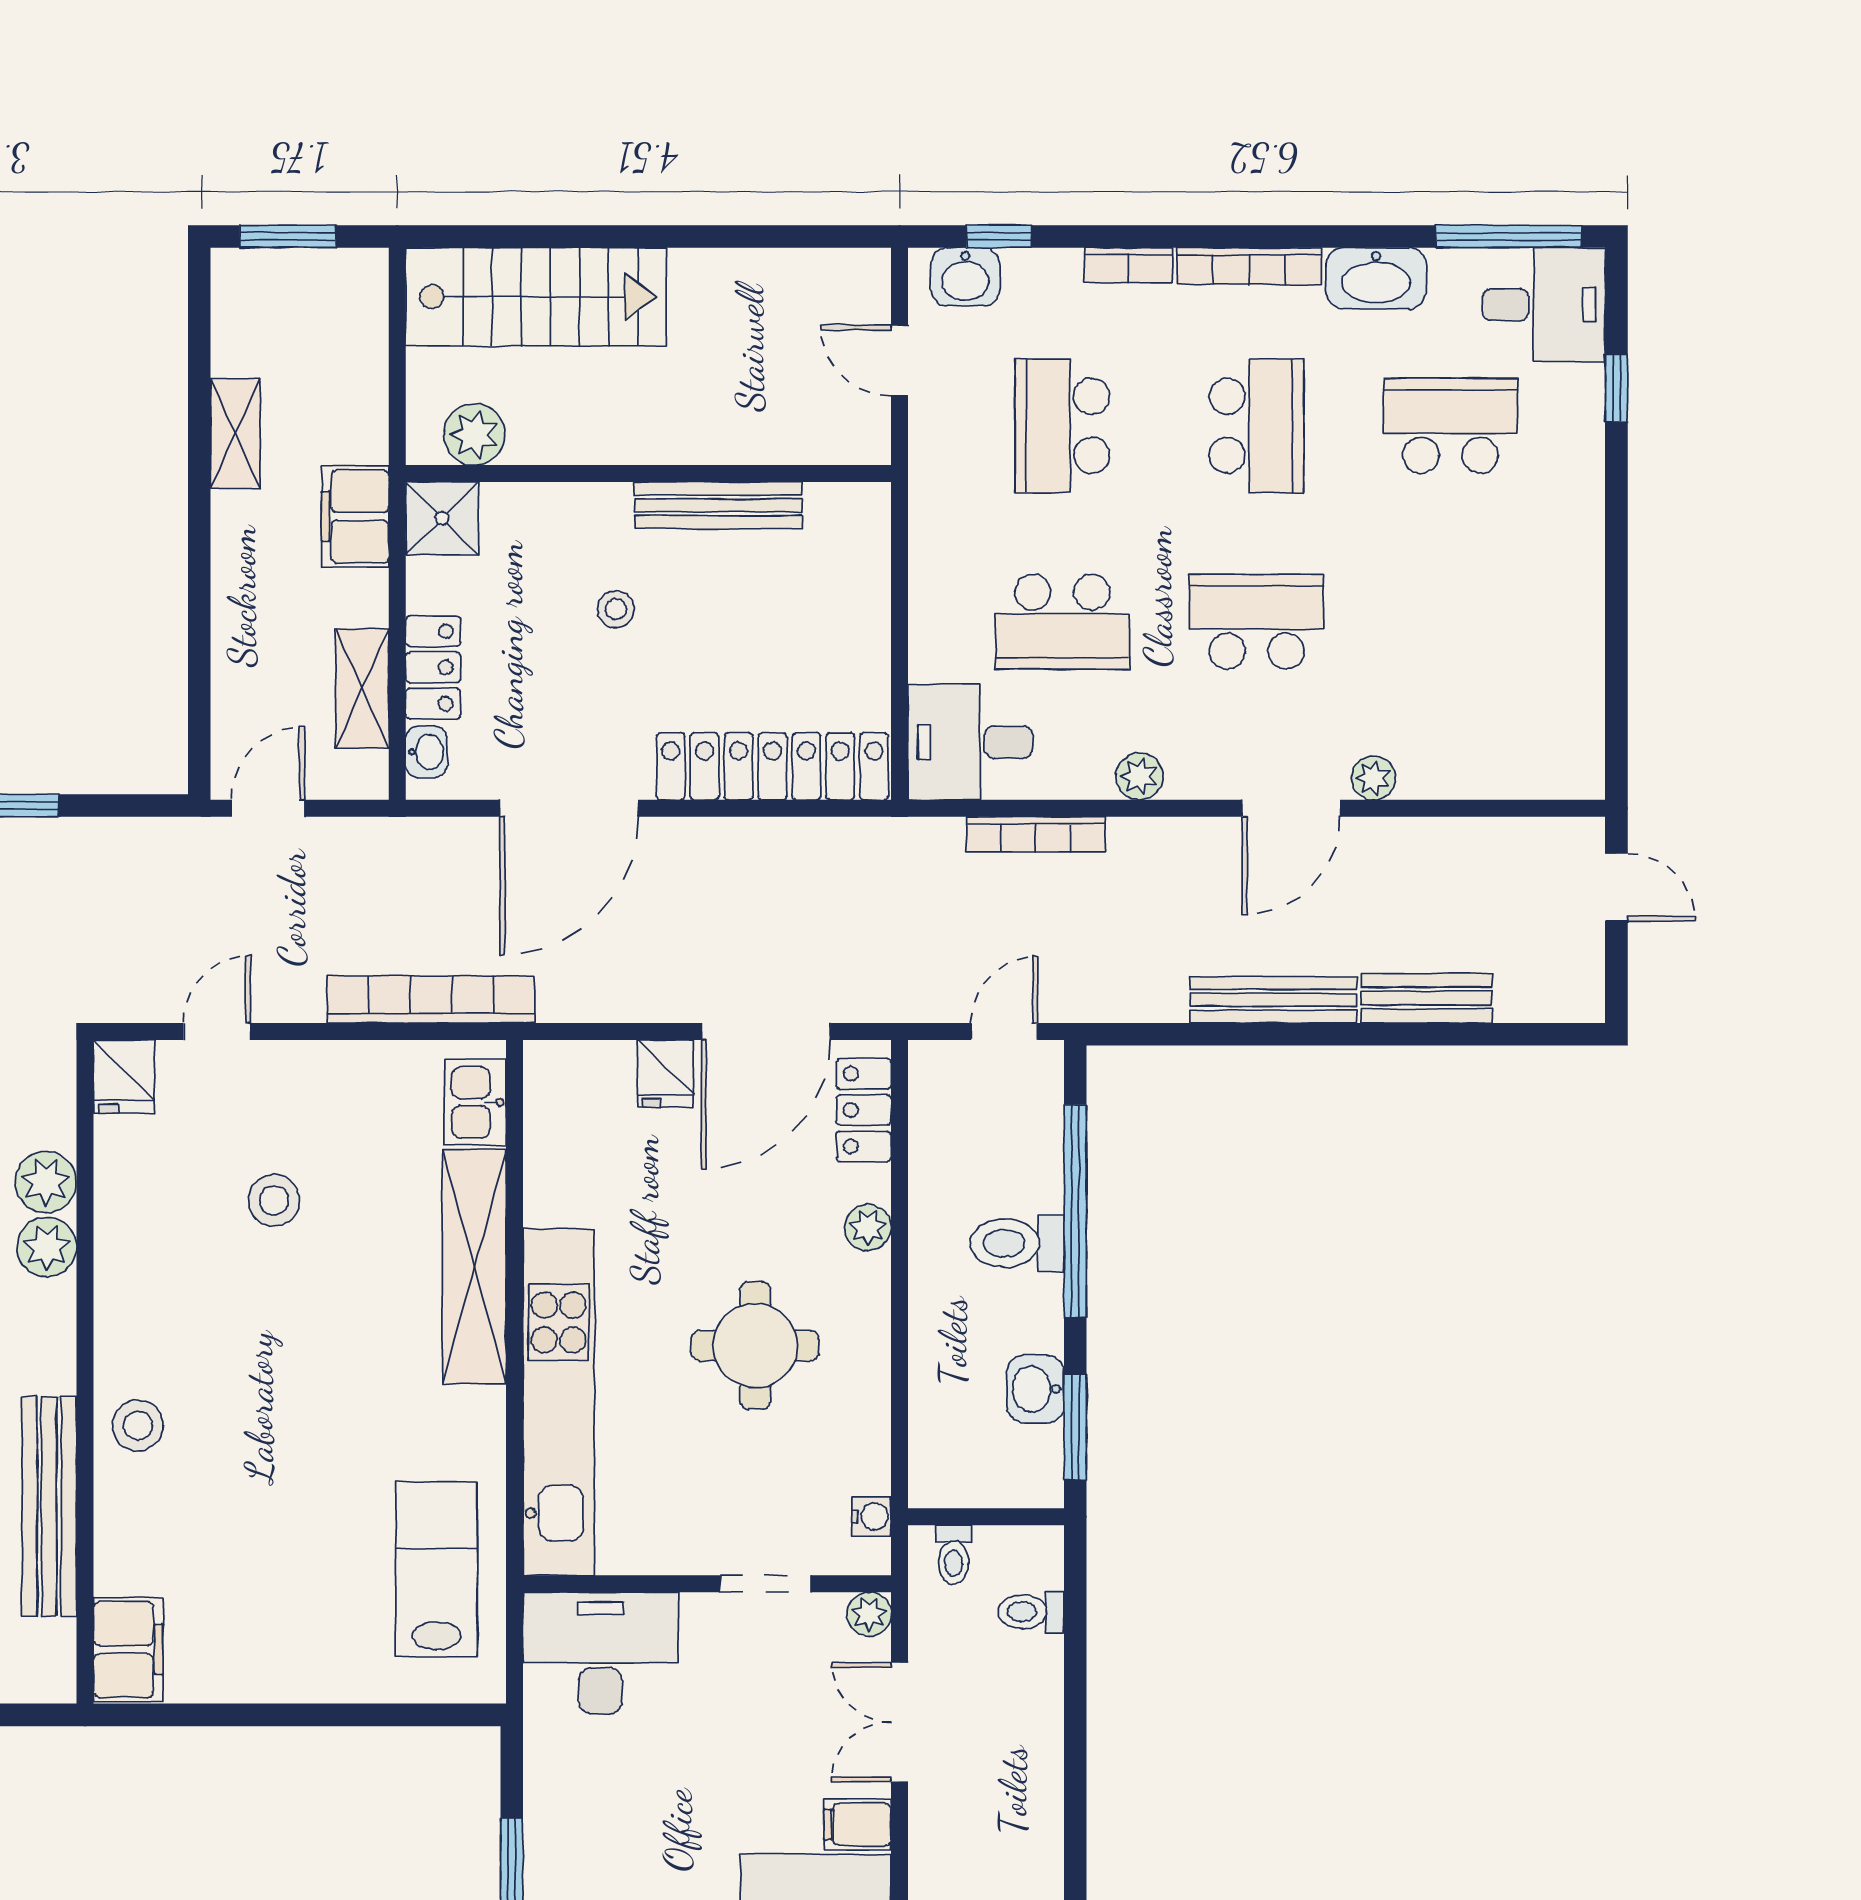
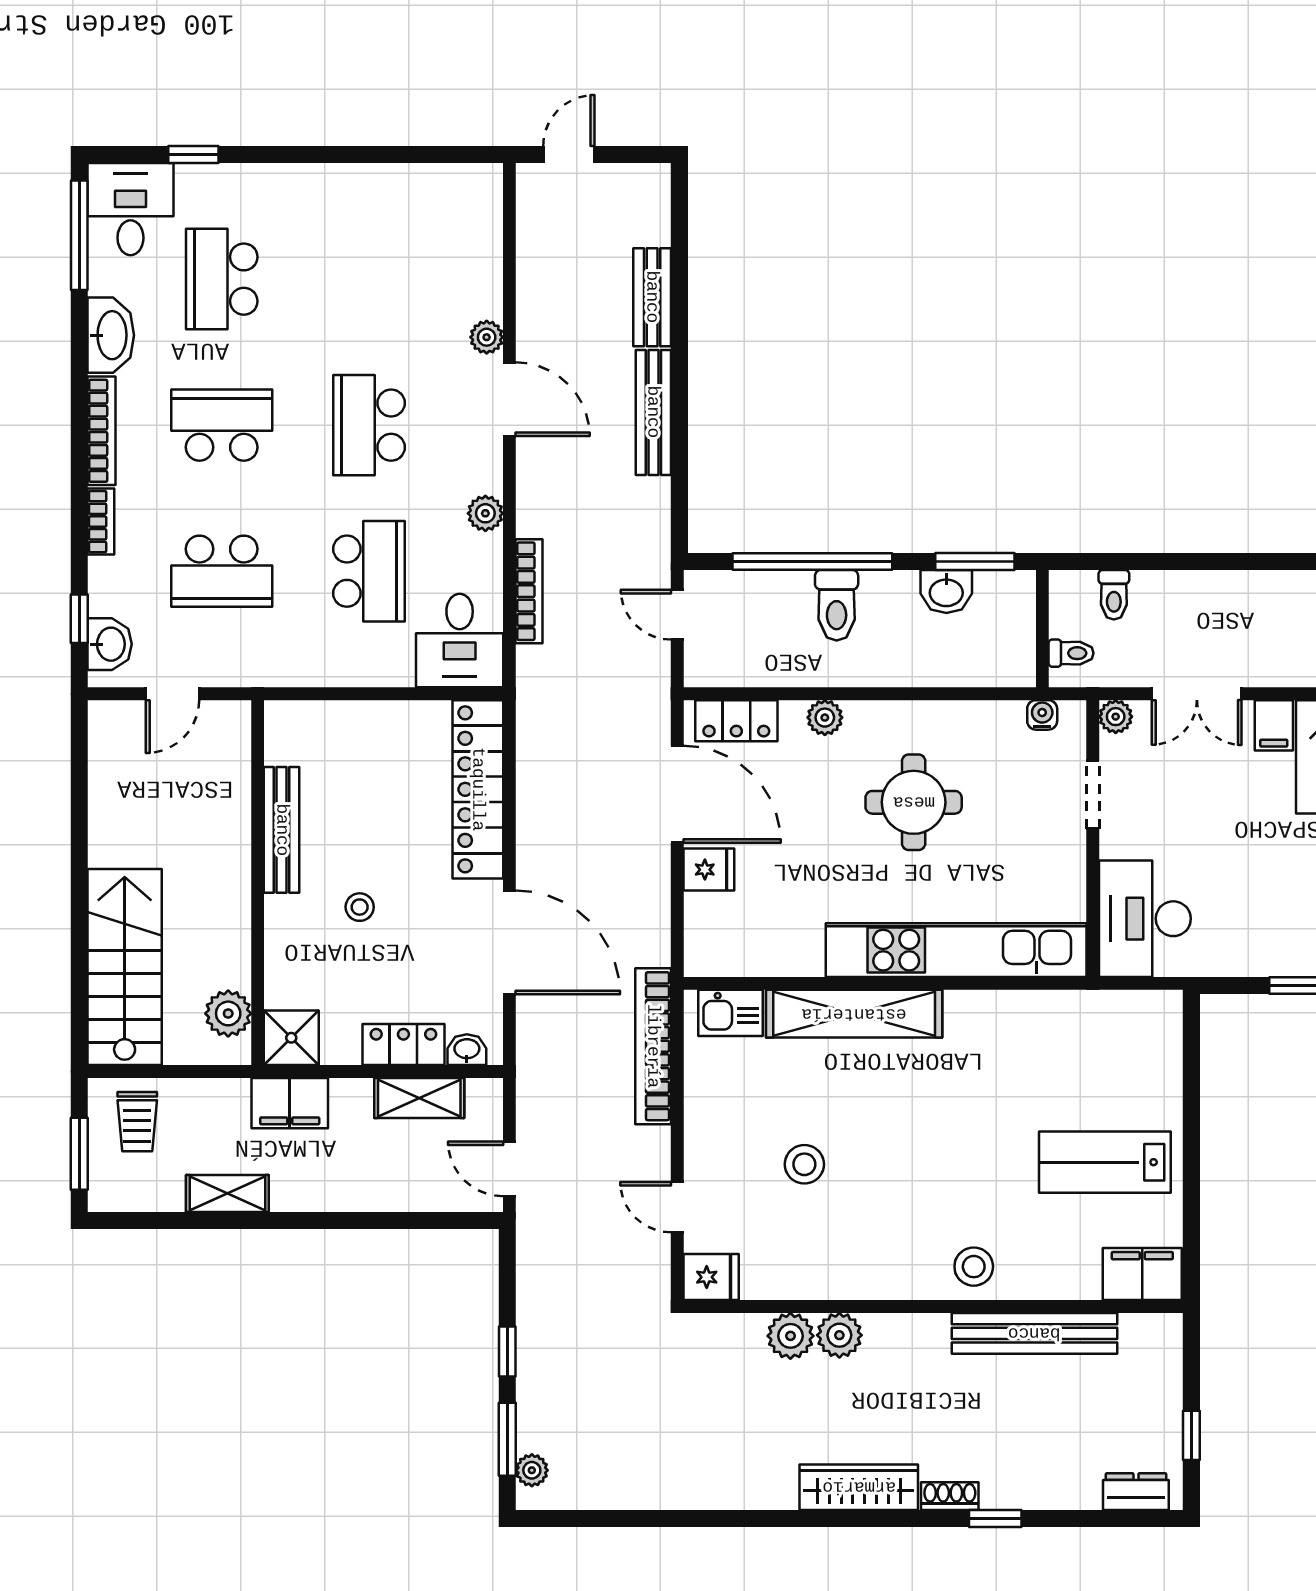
trolley: (331, 314) -> (137, 1122), added
lab bench: (437, 1569) -> (1105, 1162), moved

